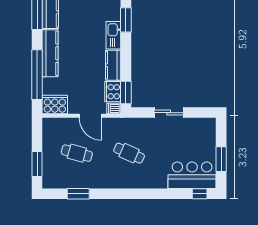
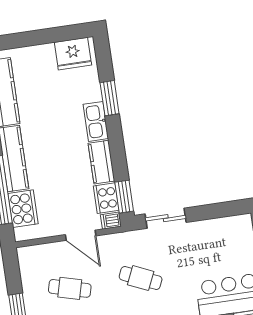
cooker: (55, 104) -> (23, 209), moved, turned 90
sliding door: (169, 113) -> (166, 218), moved

